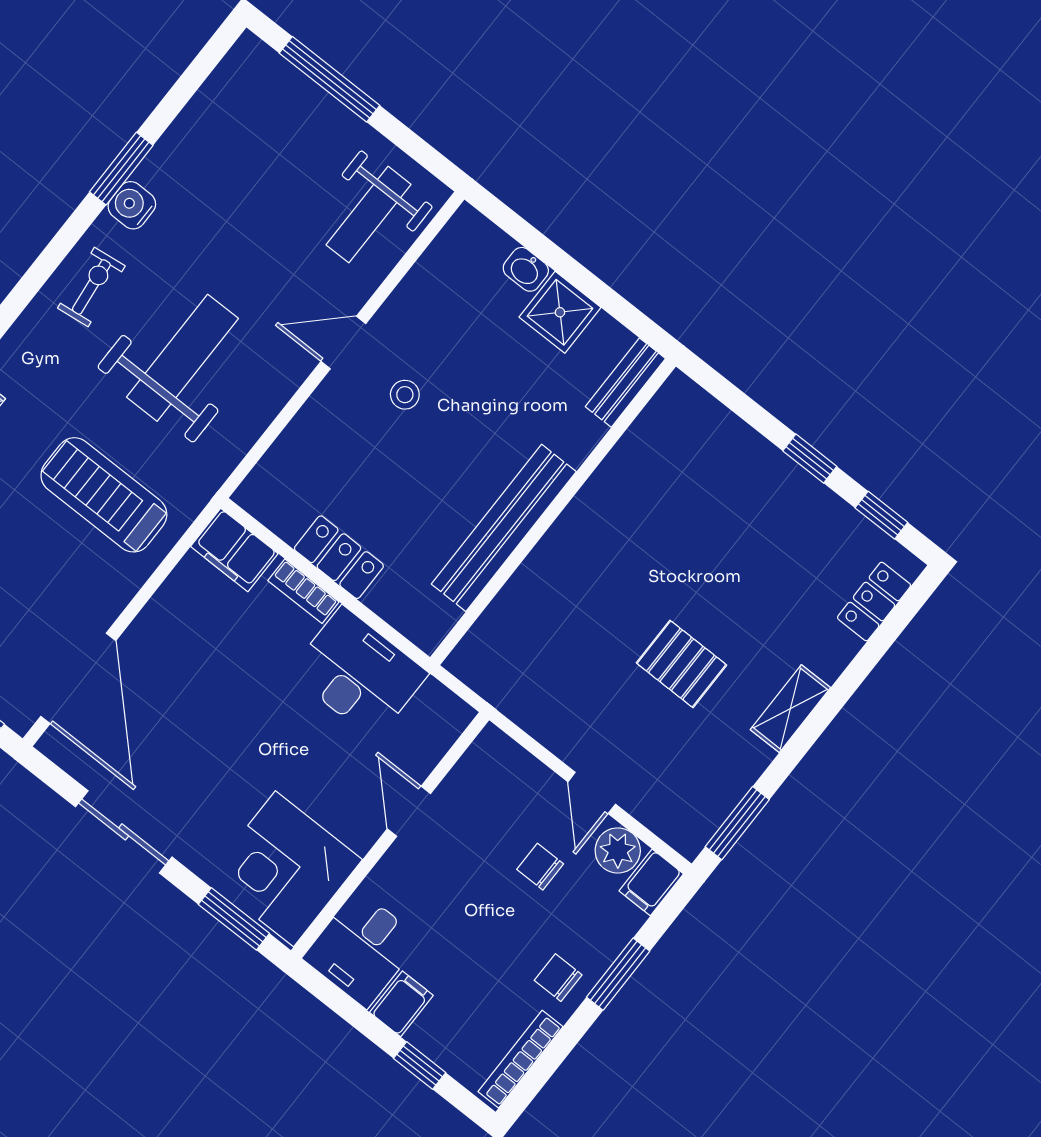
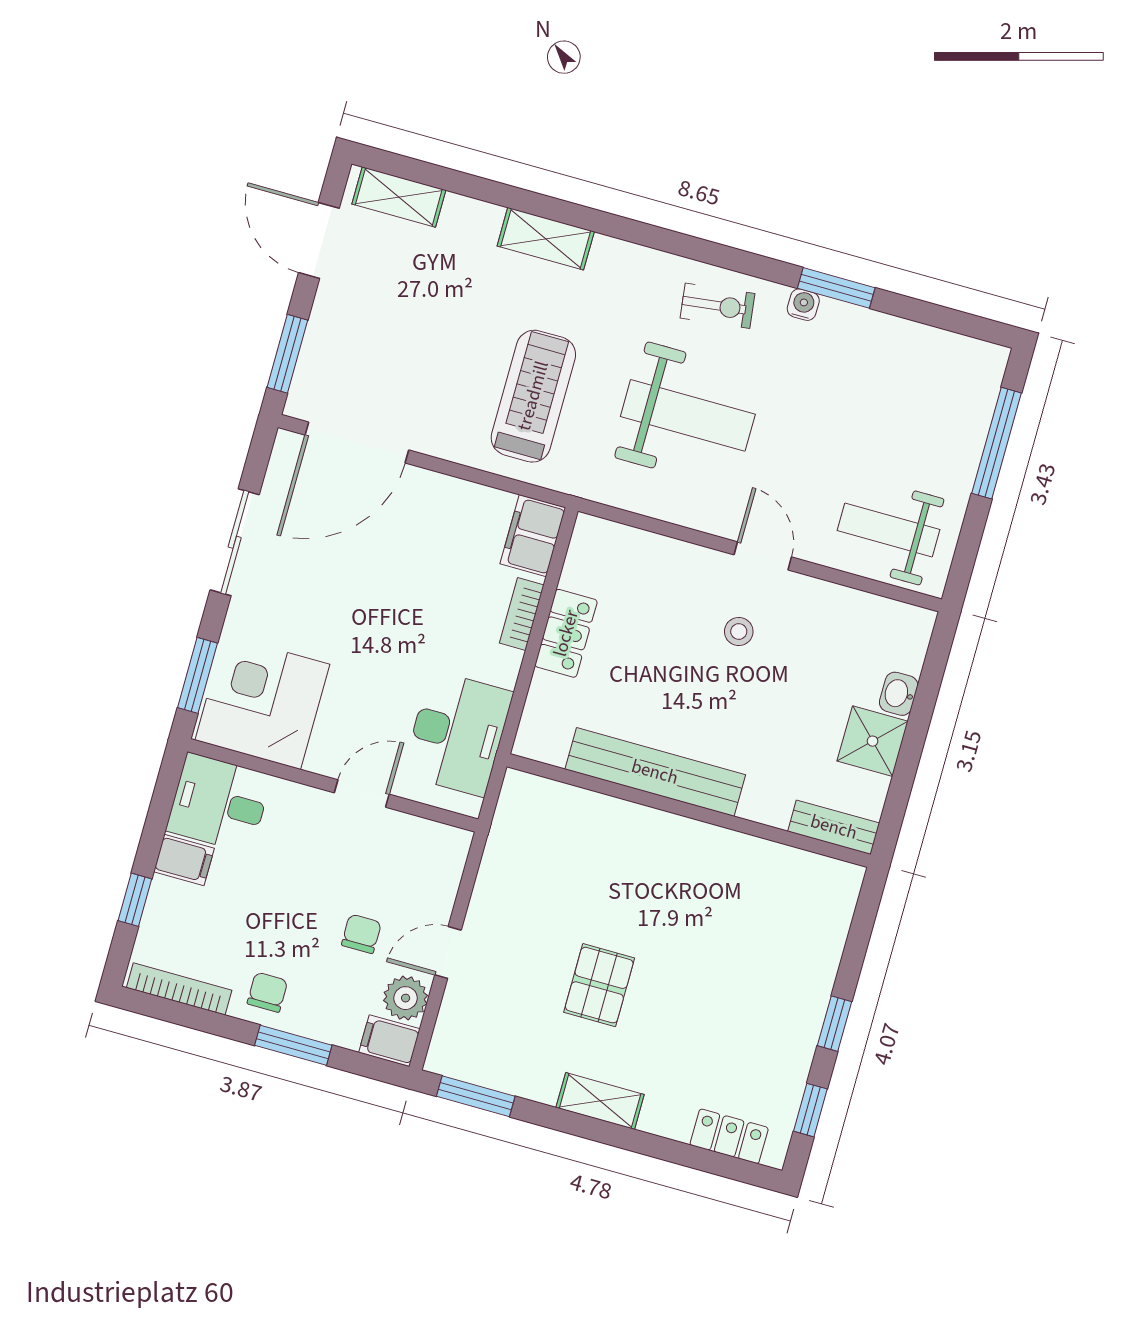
water cooler: (132, 205) -> (803, 305), width x0.72, depth x0.72
desk: (359, 673) -> (458, 733), moved

